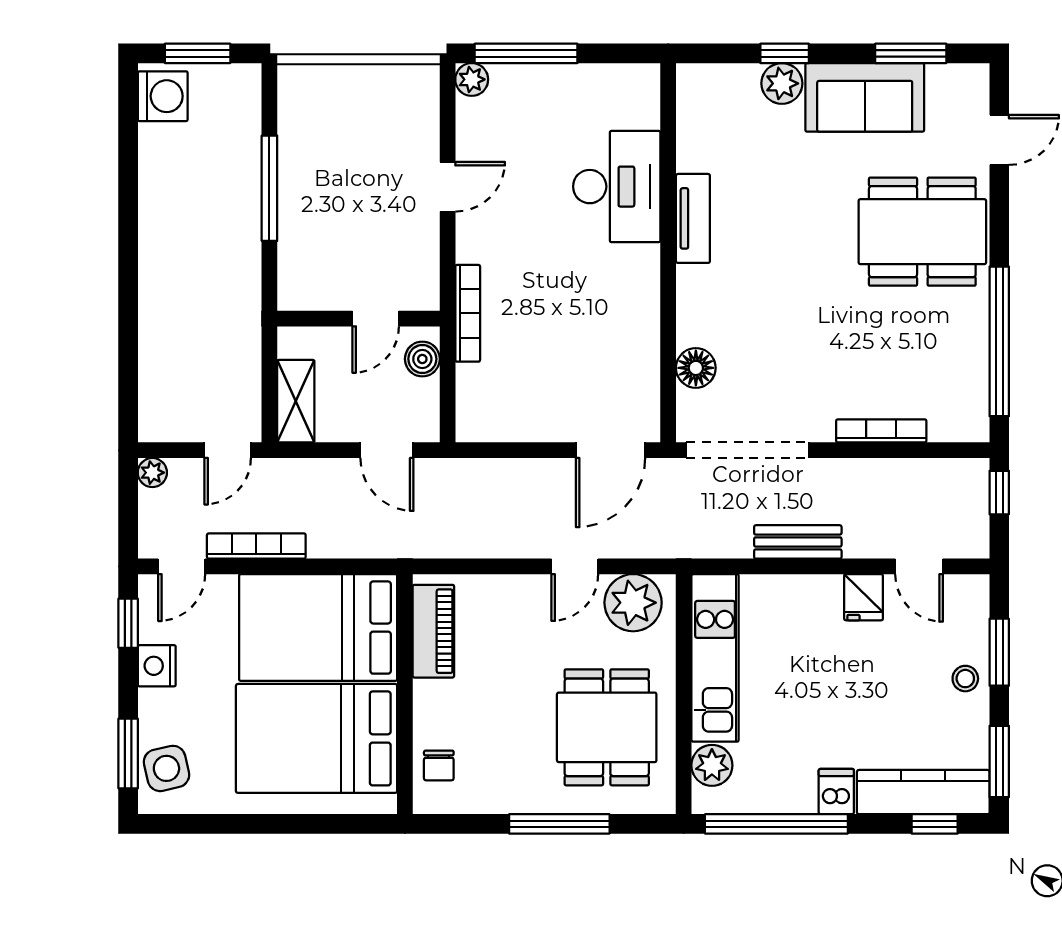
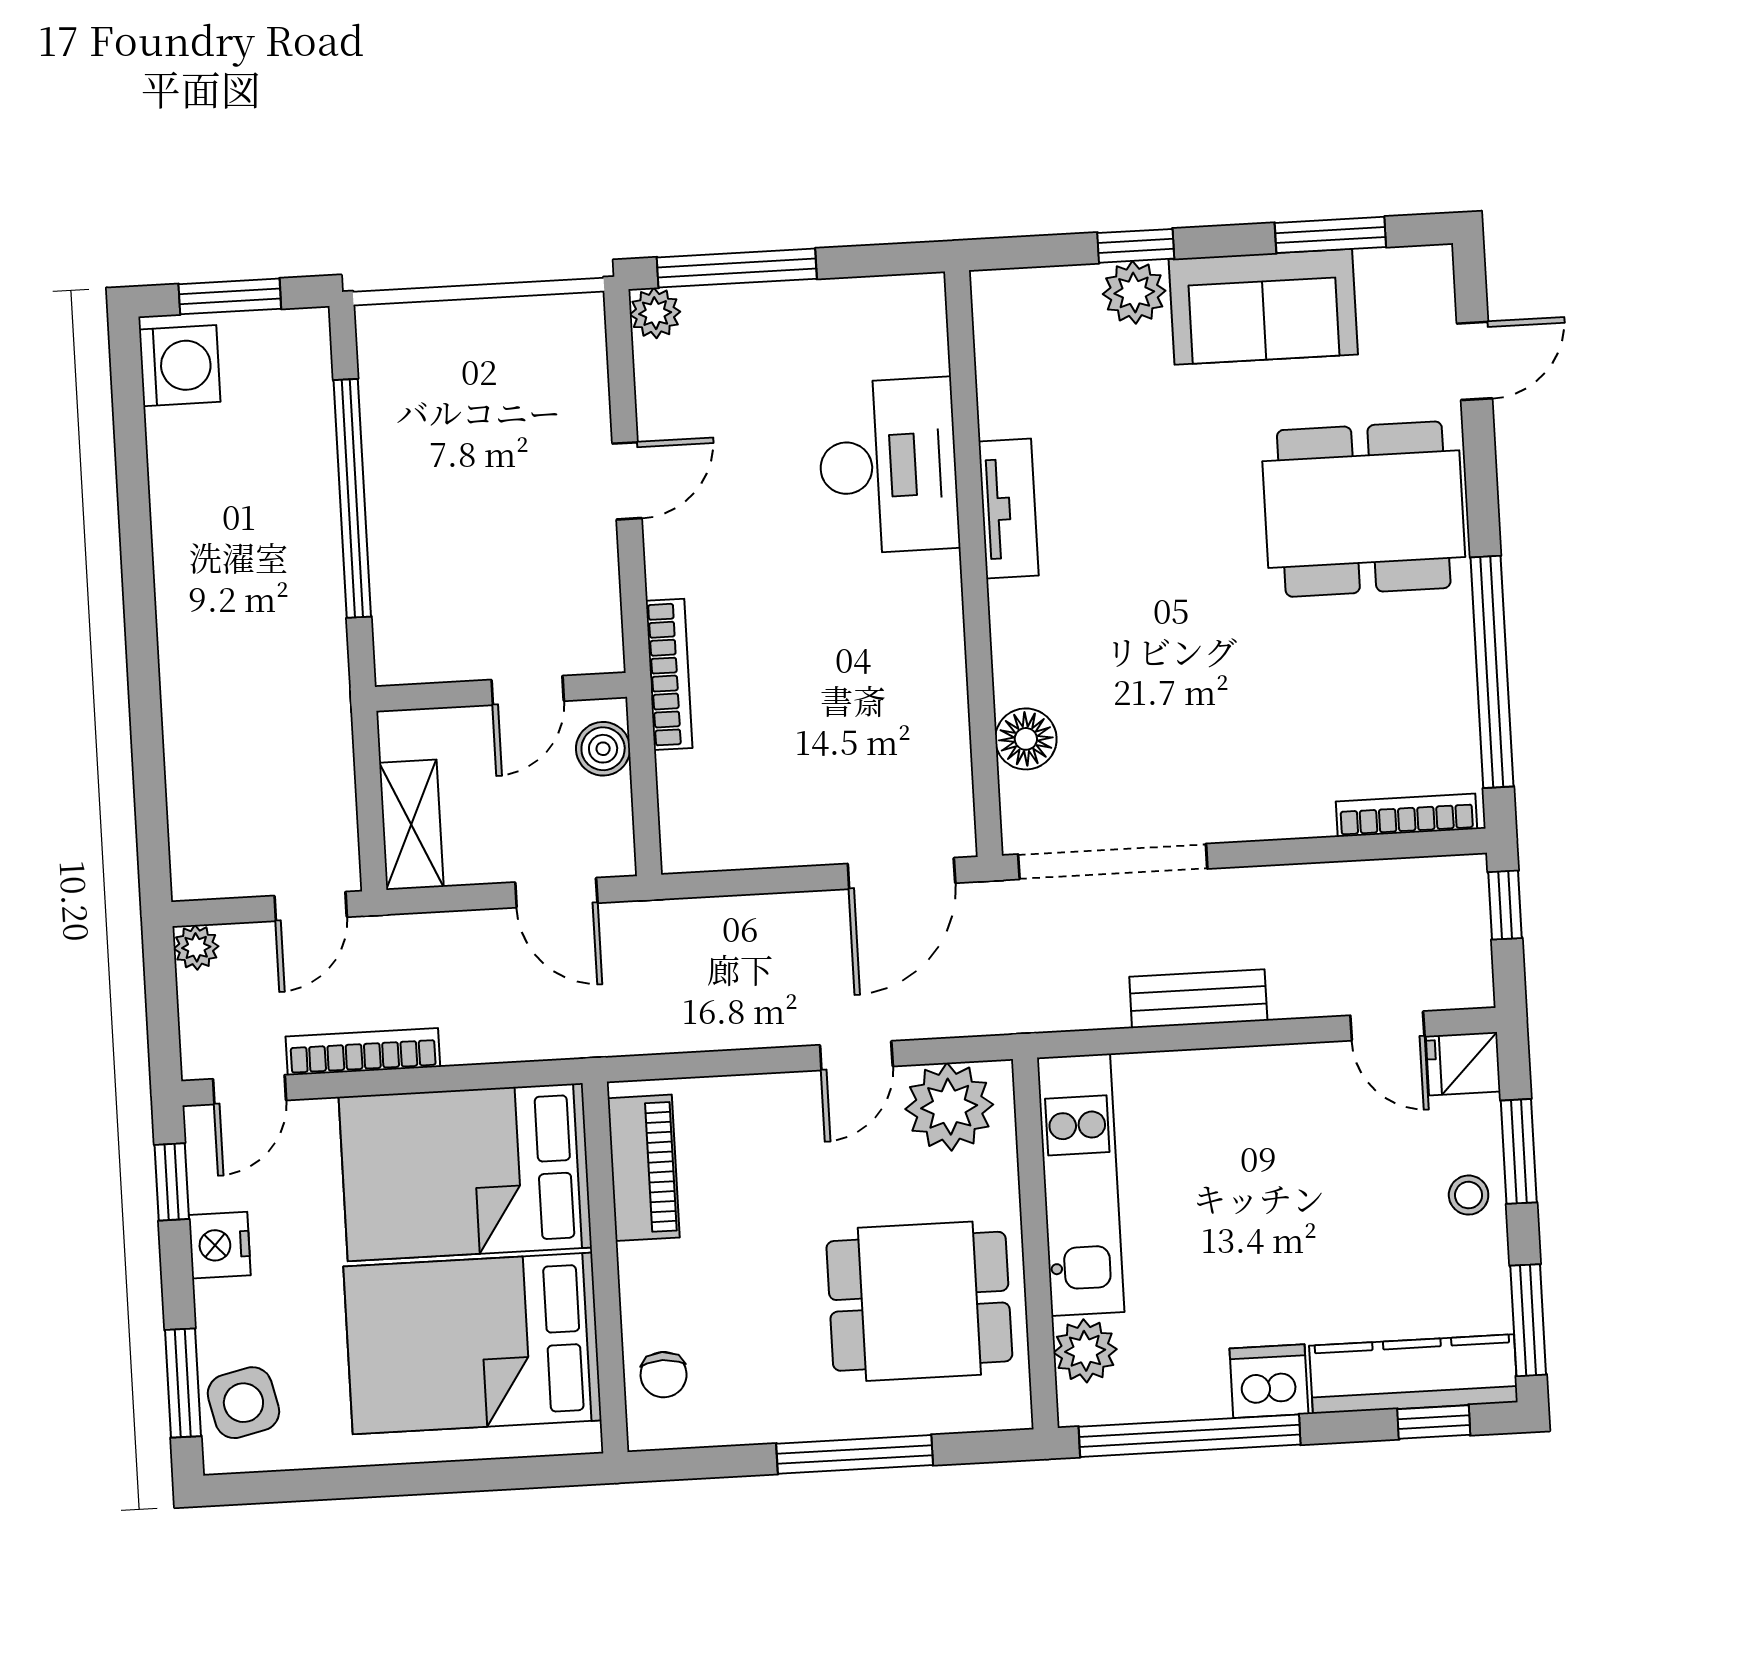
window: (269, 188) -> (352, 498), width x1.46
bookcase: (881, 431) -> (1407, 815), moved
fridge: (864, 597) -> (1463, 1064), moved, turned 90
dining table: (607, 727) -> (919, 1301), turned 90
dishwasher: (836, 792) -> (1269, 1381), width x1.38

